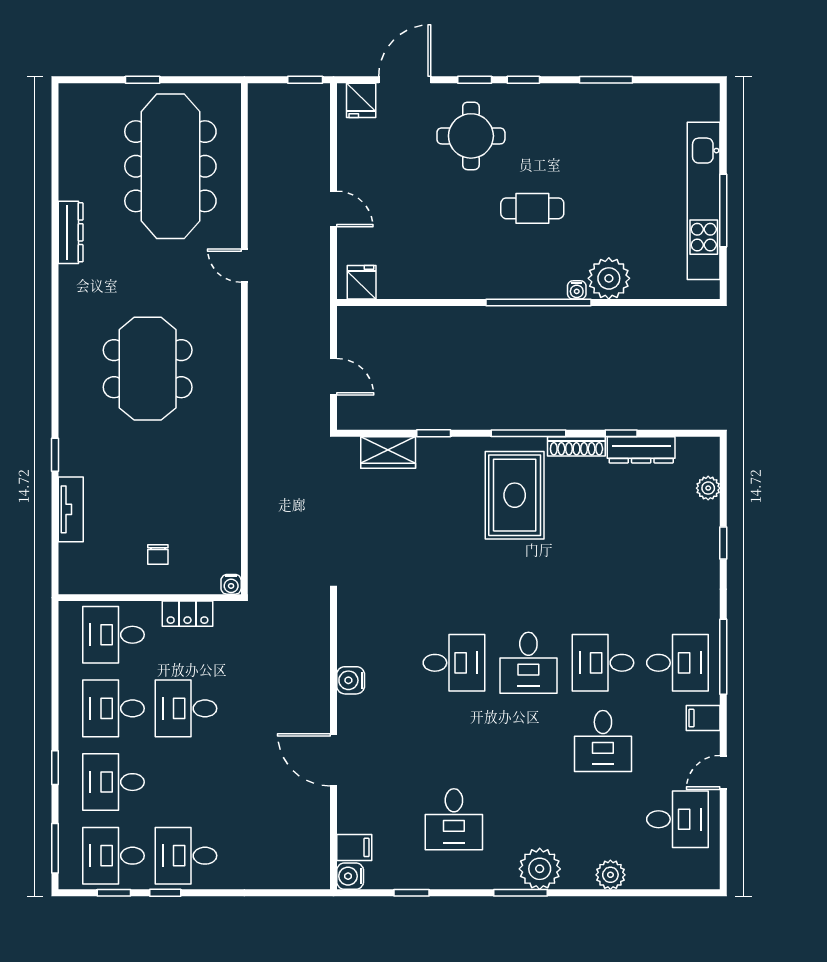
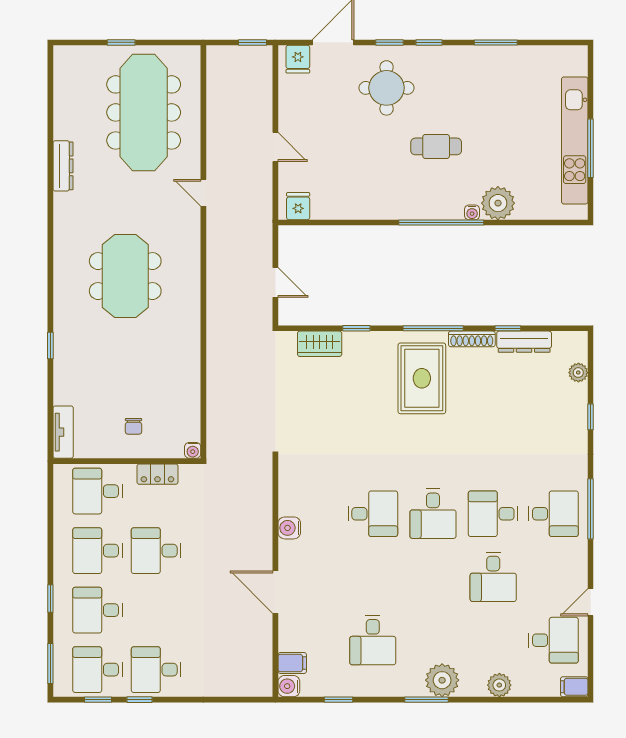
tv unit: (71, 509) -> (63, 432), moved
filing cabinet: (703, 718) -> (574, 687), moved

